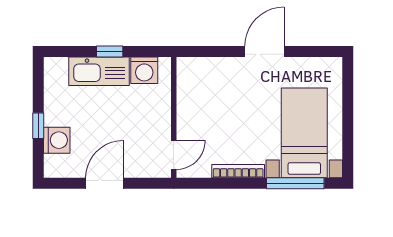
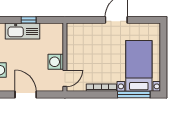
washing machine: (144, 70) -> (56, 62), moved, turned 90
door: (104, 183) -> (26, 95), hinge flipped

